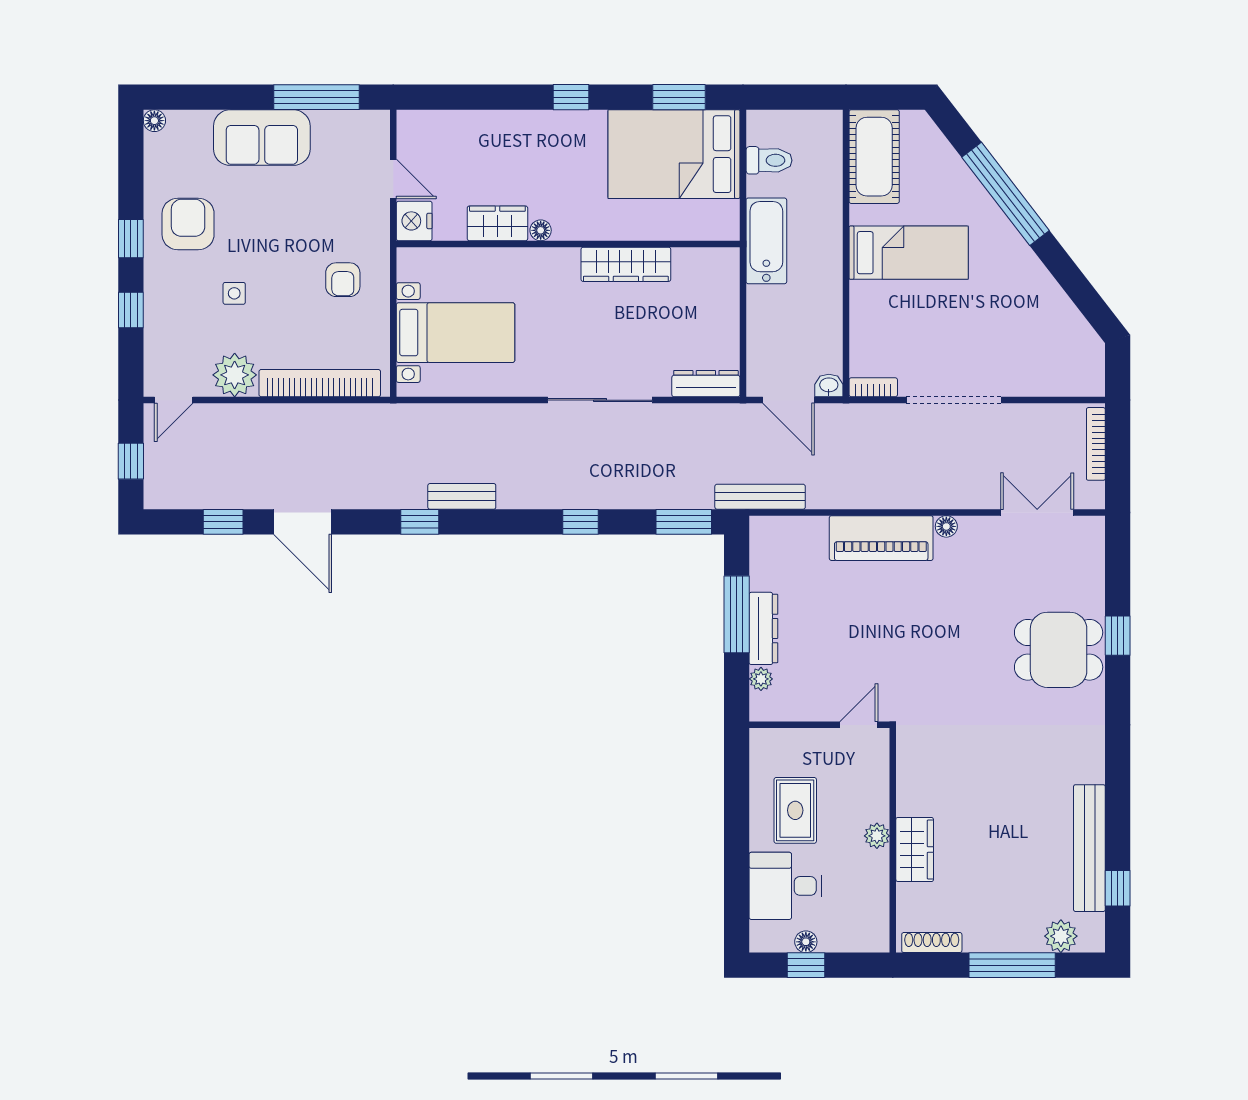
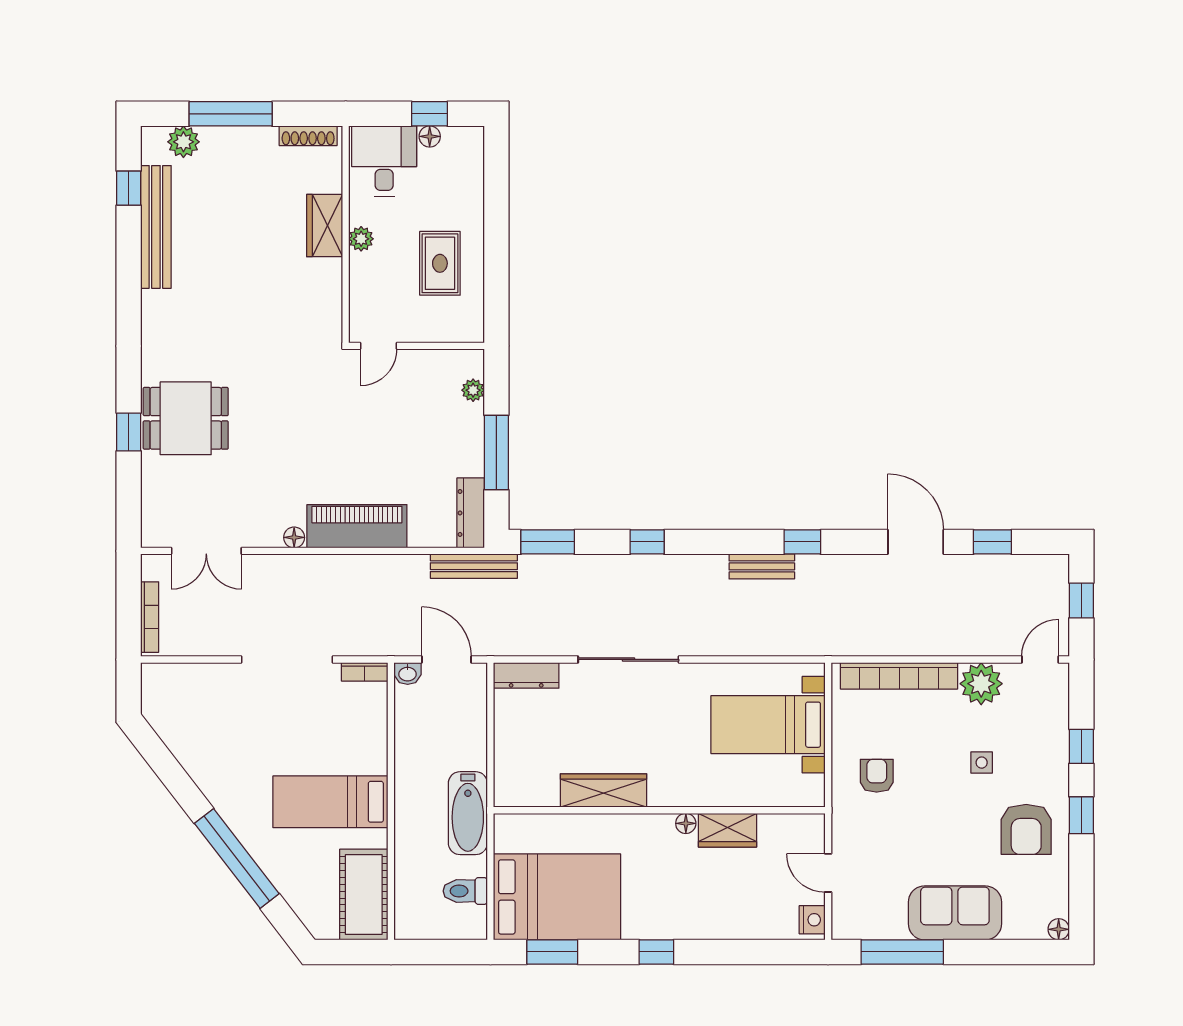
nightstand: (414, 221) -> (812, 920), moved, width x0.74, depth x0.75
dresser: (763, 628) -> (471, 513), moved
desk: (786, 886) -> (384, 161), moved, turned -90

